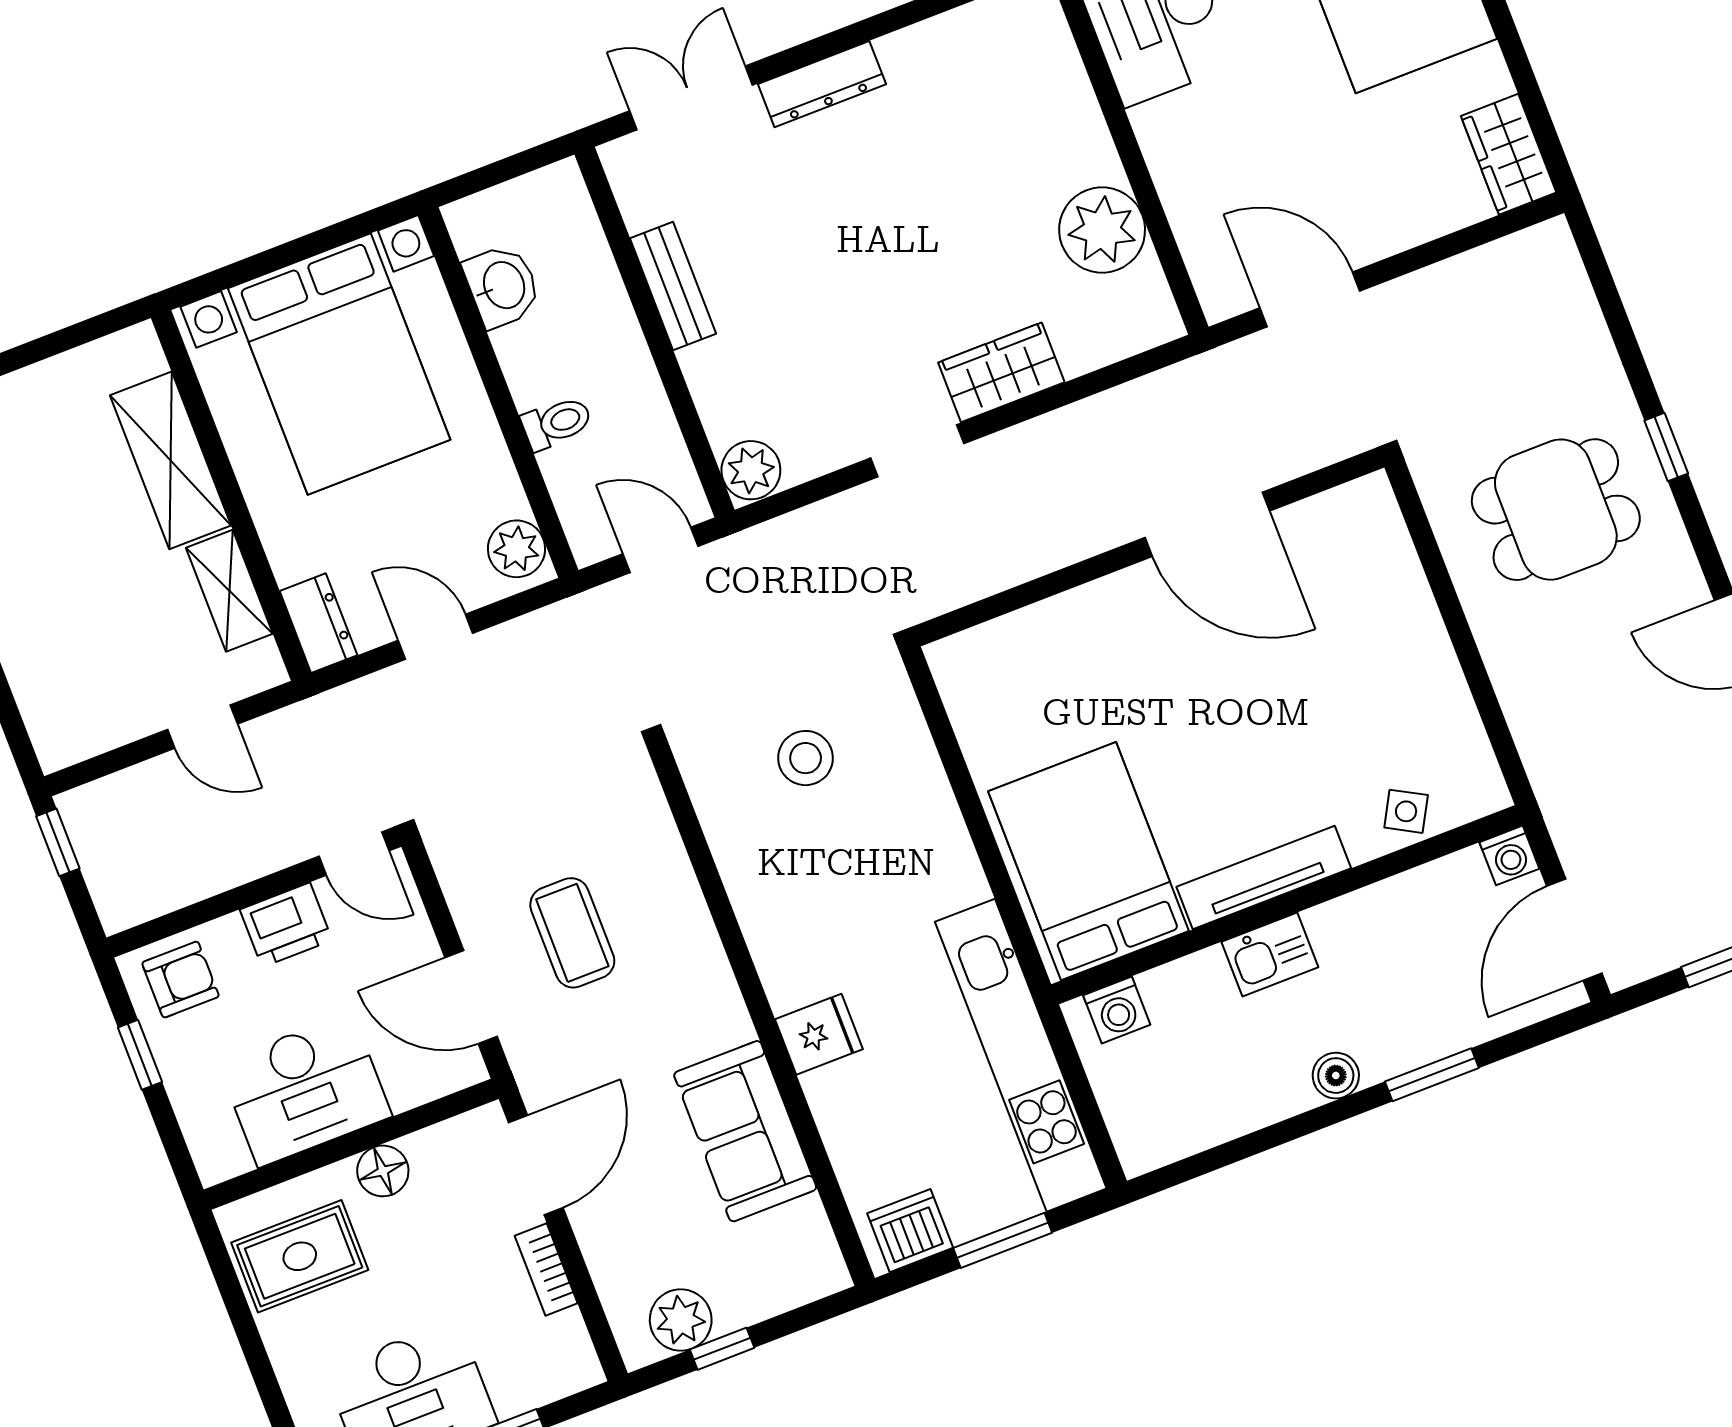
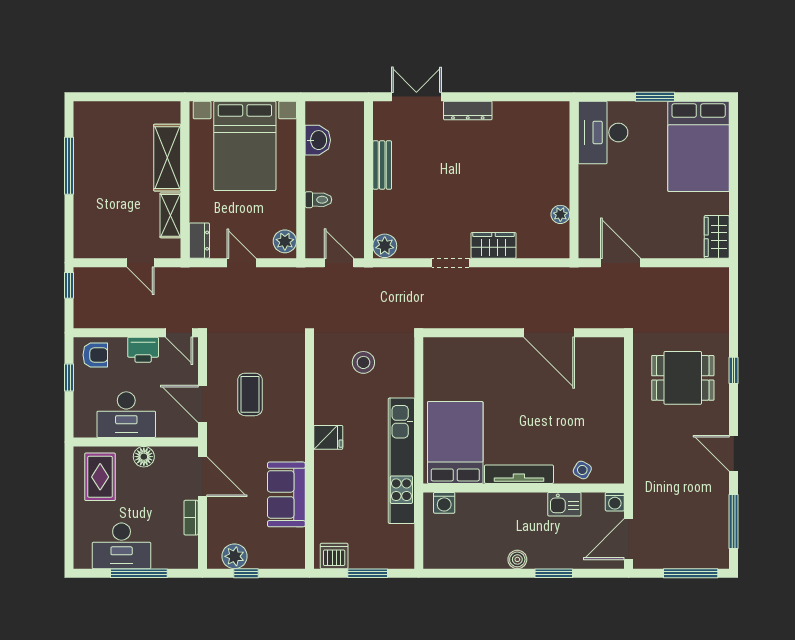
plant: (1102, 230) -> (560, 214), width x0.53, depth x0.53
kitchen sink: (1270, 955) -> (564, 504), moved
fridge: (819, 1034) -> (328, 437), moved
kitchen unit: (1021, 1055) -> (401, 461), moved
door: (536, 1165) -> (202, 477), hinge flipped
rug: (300, 1256) -> (100, 477), turned 90

